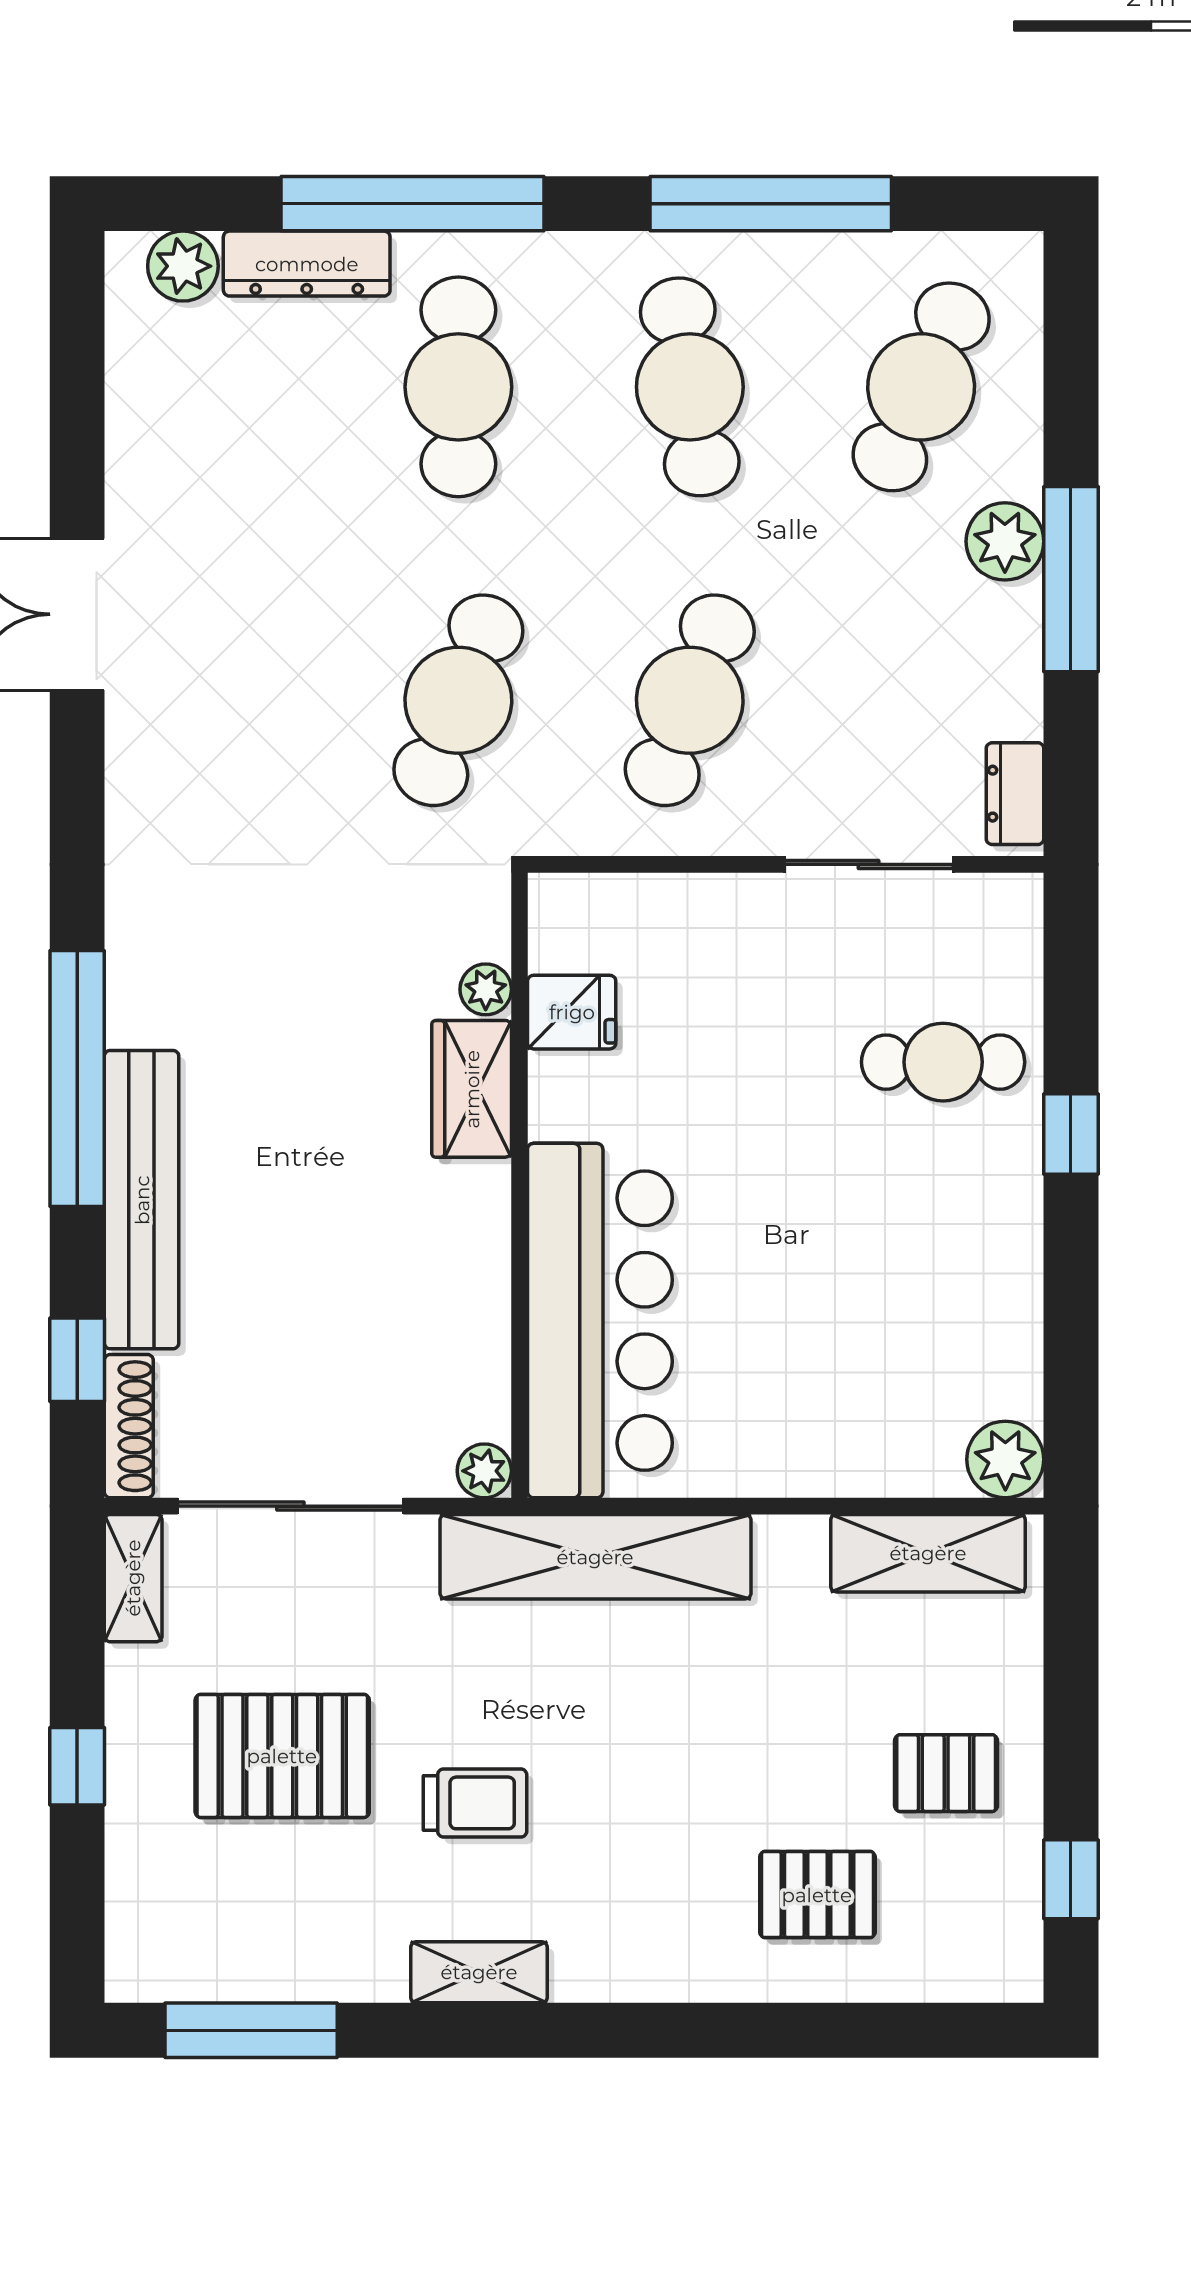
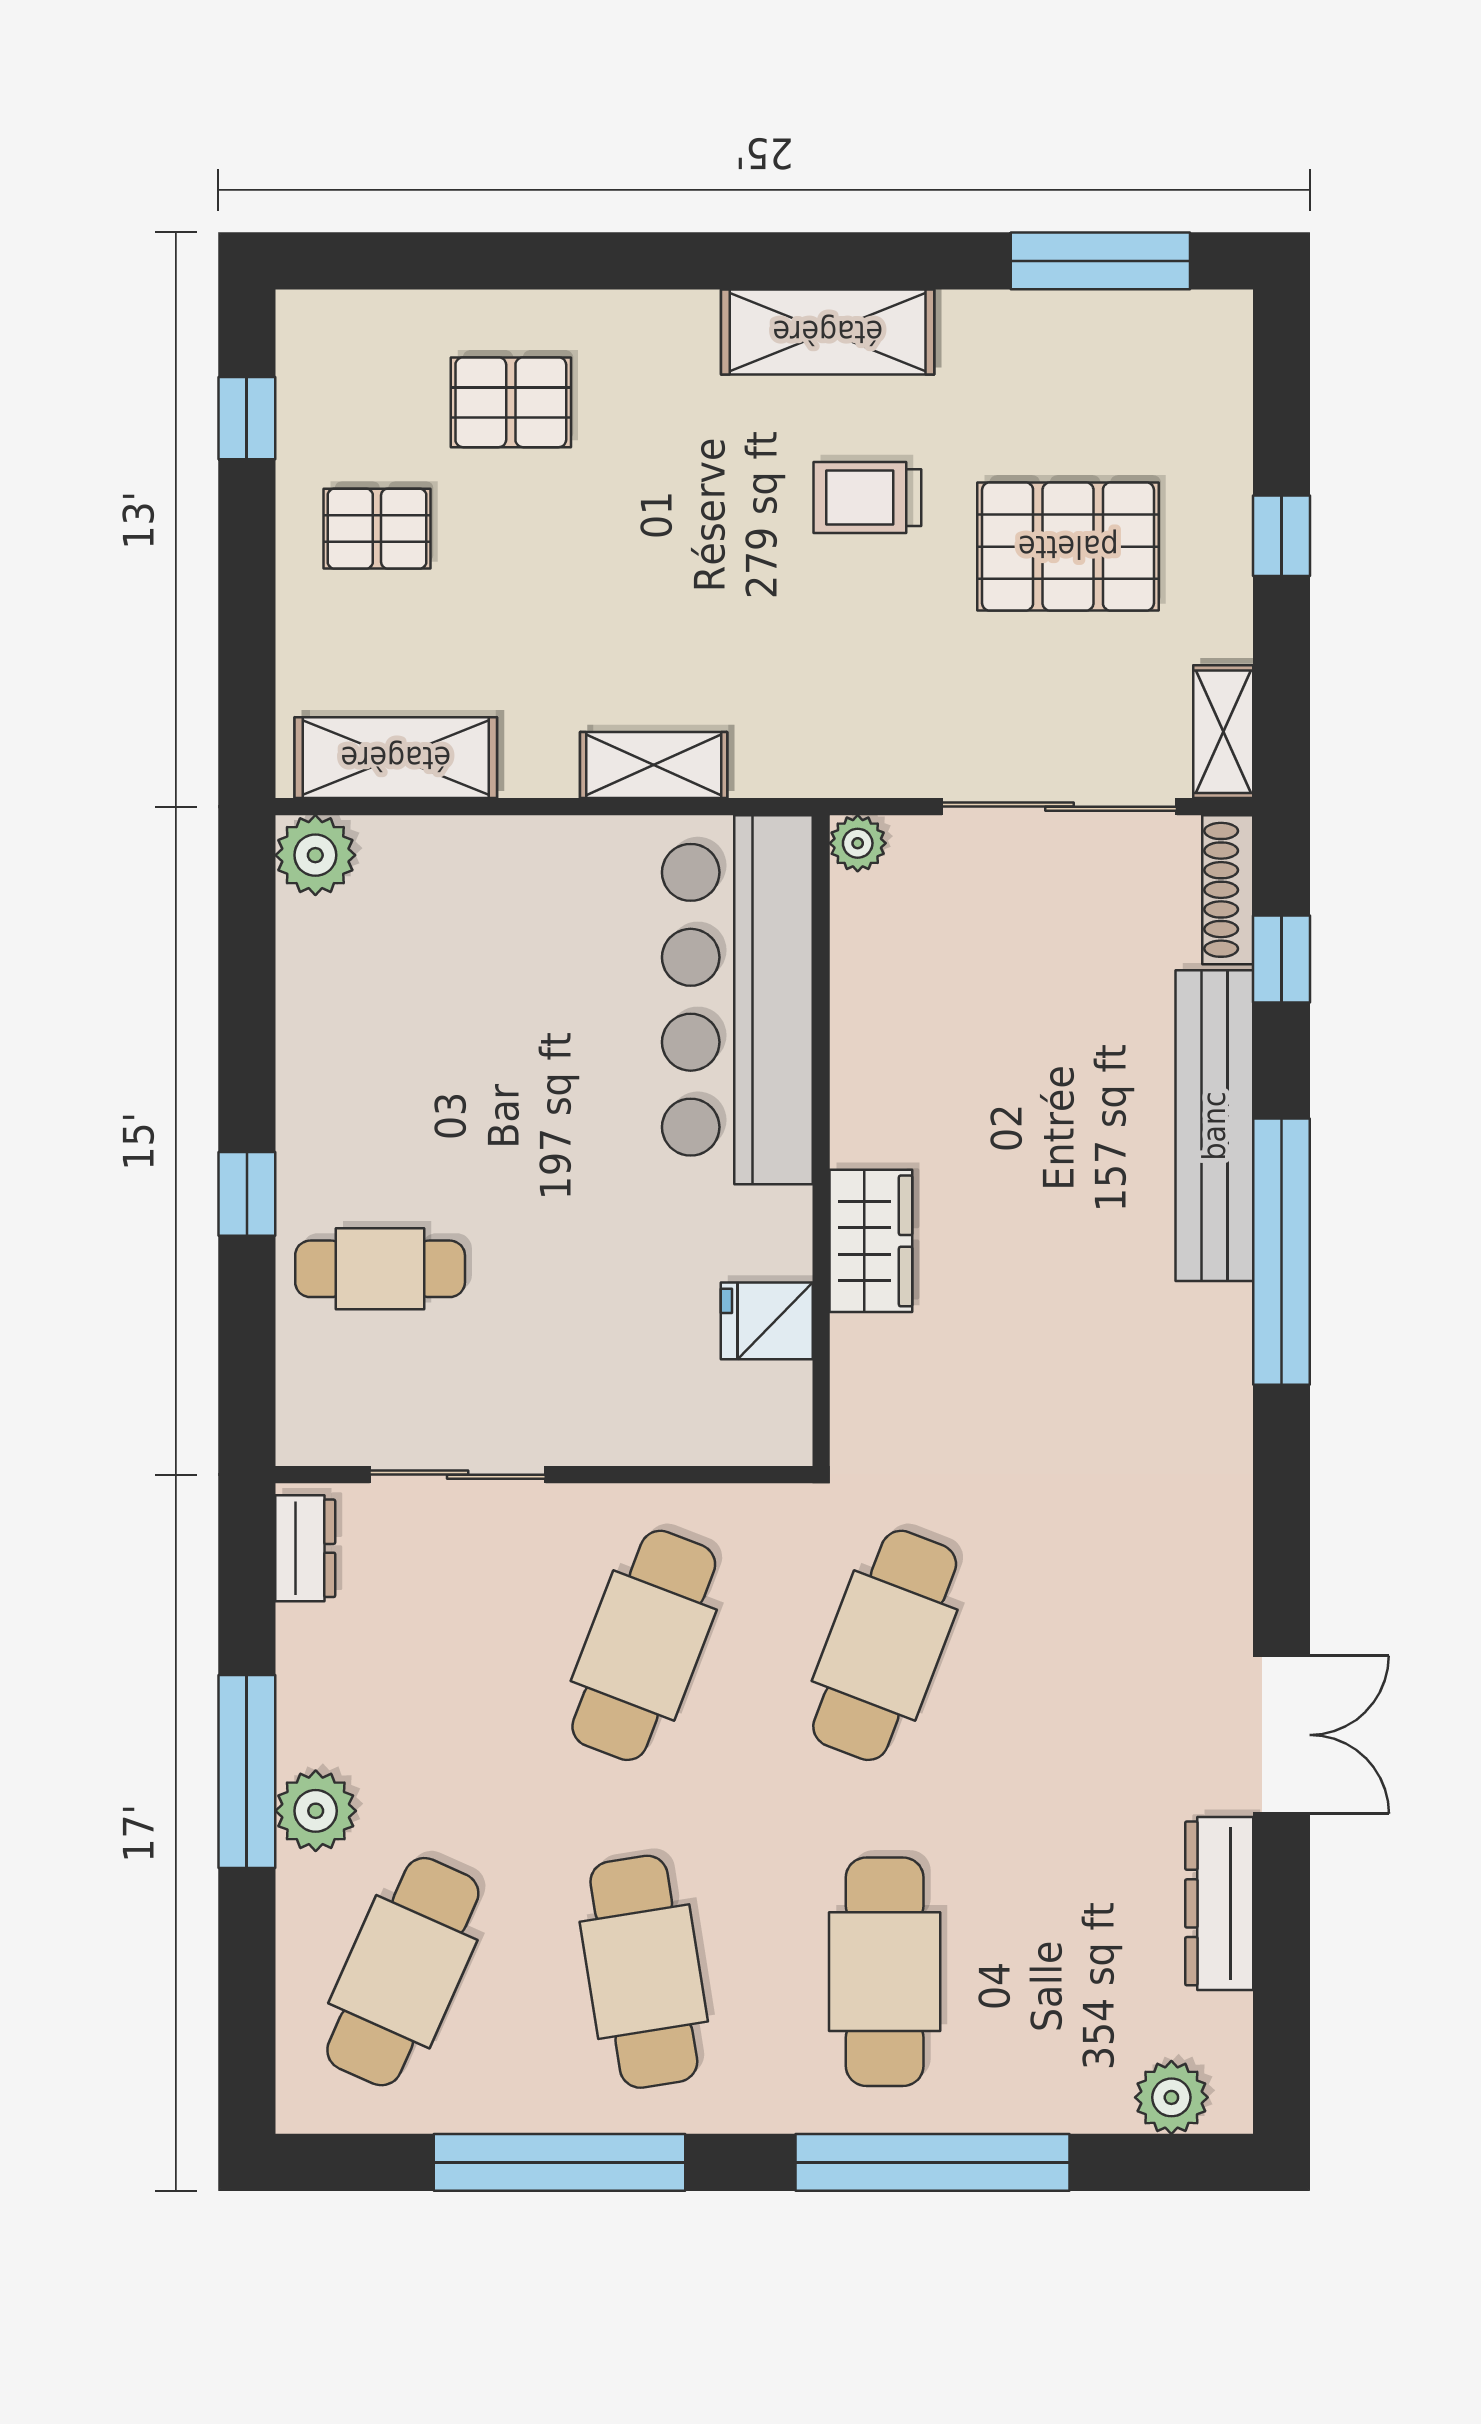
dresser: (307, 264) -> (1219, 1903), moved, turned -90
plant: (486, 989) -> (856, 1344), removed
shelving: (595, 1557) -> (654, 765), width x0.45, depth x0.75
shelving: (479, 1972) -> (828, 332), width x1.50, depth x1.33

